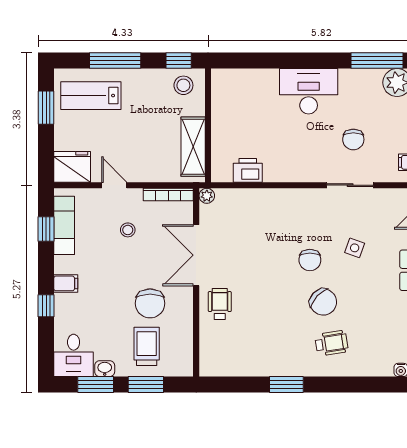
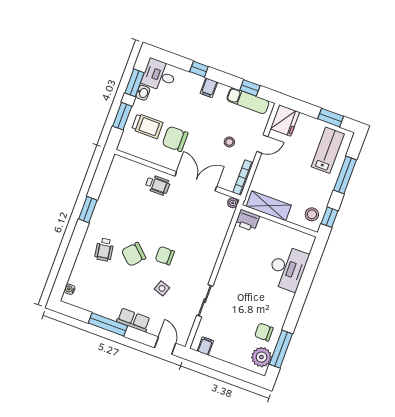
desk: (309, 91) -> (288, 268), moved
chair: (353, 139) -> (264, 332), moved
printer: (248, 170) -> (247, 220), moved, turned 90

